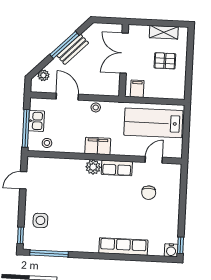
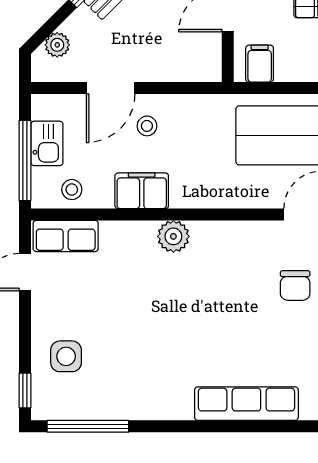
door: (67, 97) -> (111, 88), swing flipped
stool: (96, 107) -> (147, 126), moved
filing cabinet: (98, 146) -> (142, 191), moved
row of seats: (117, 168) -> (66, 236), moved

